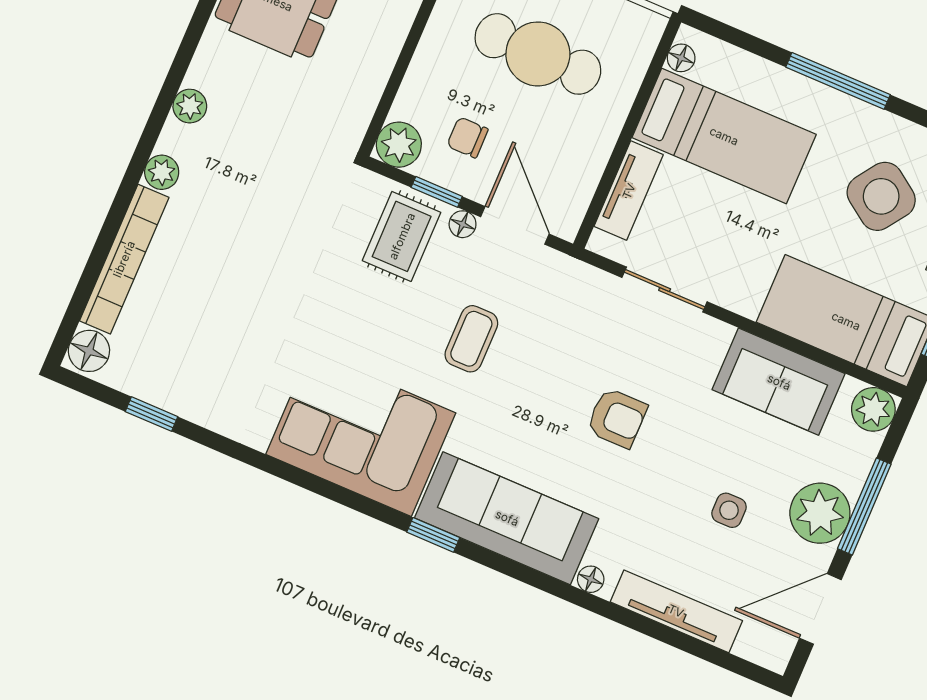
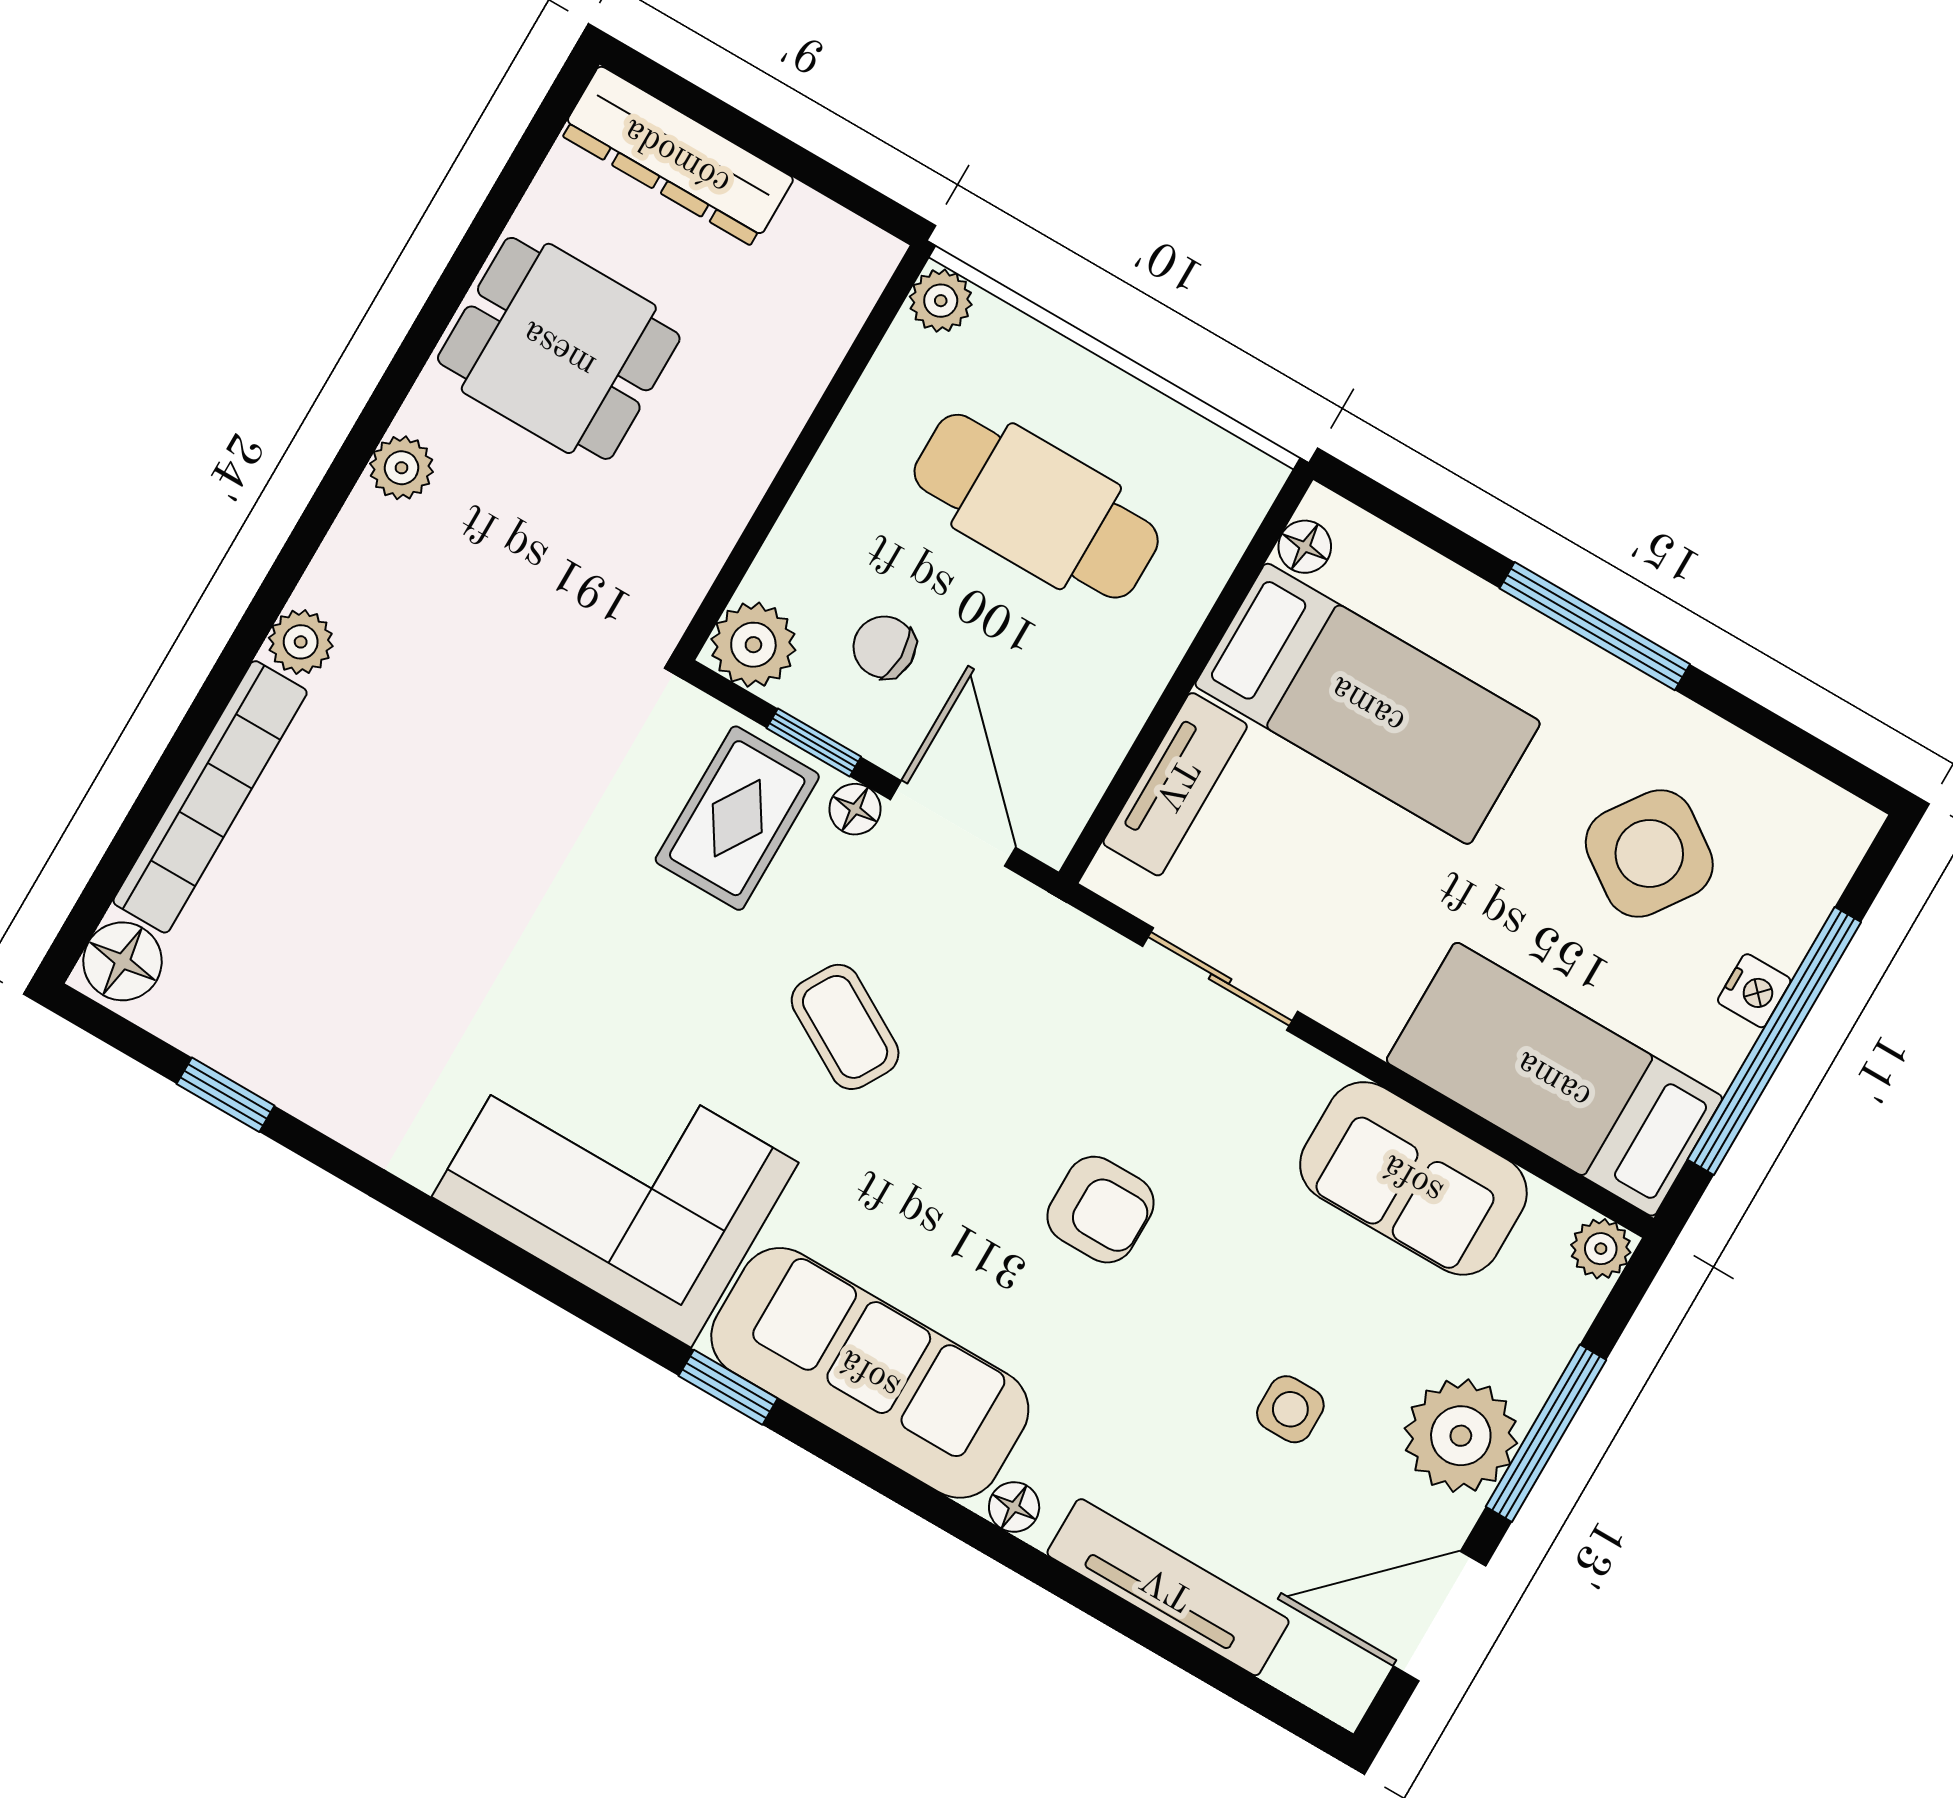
plant: (190, 106) -> (402, 468), moved
coffee table: (471, 339) -> (845, 1027), turned -60
plant: (873, 409) -> (1601, 1249), width x0.73, depth x0.73

